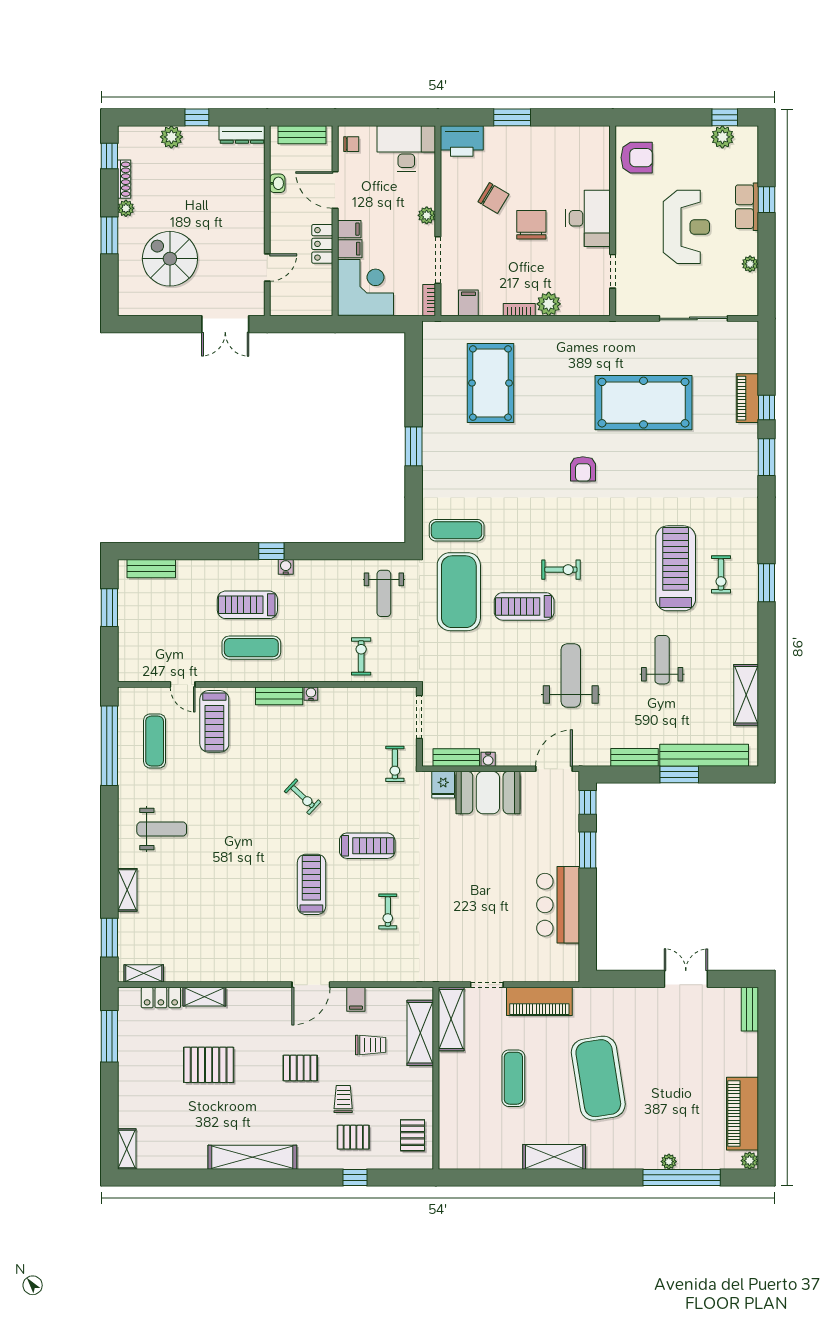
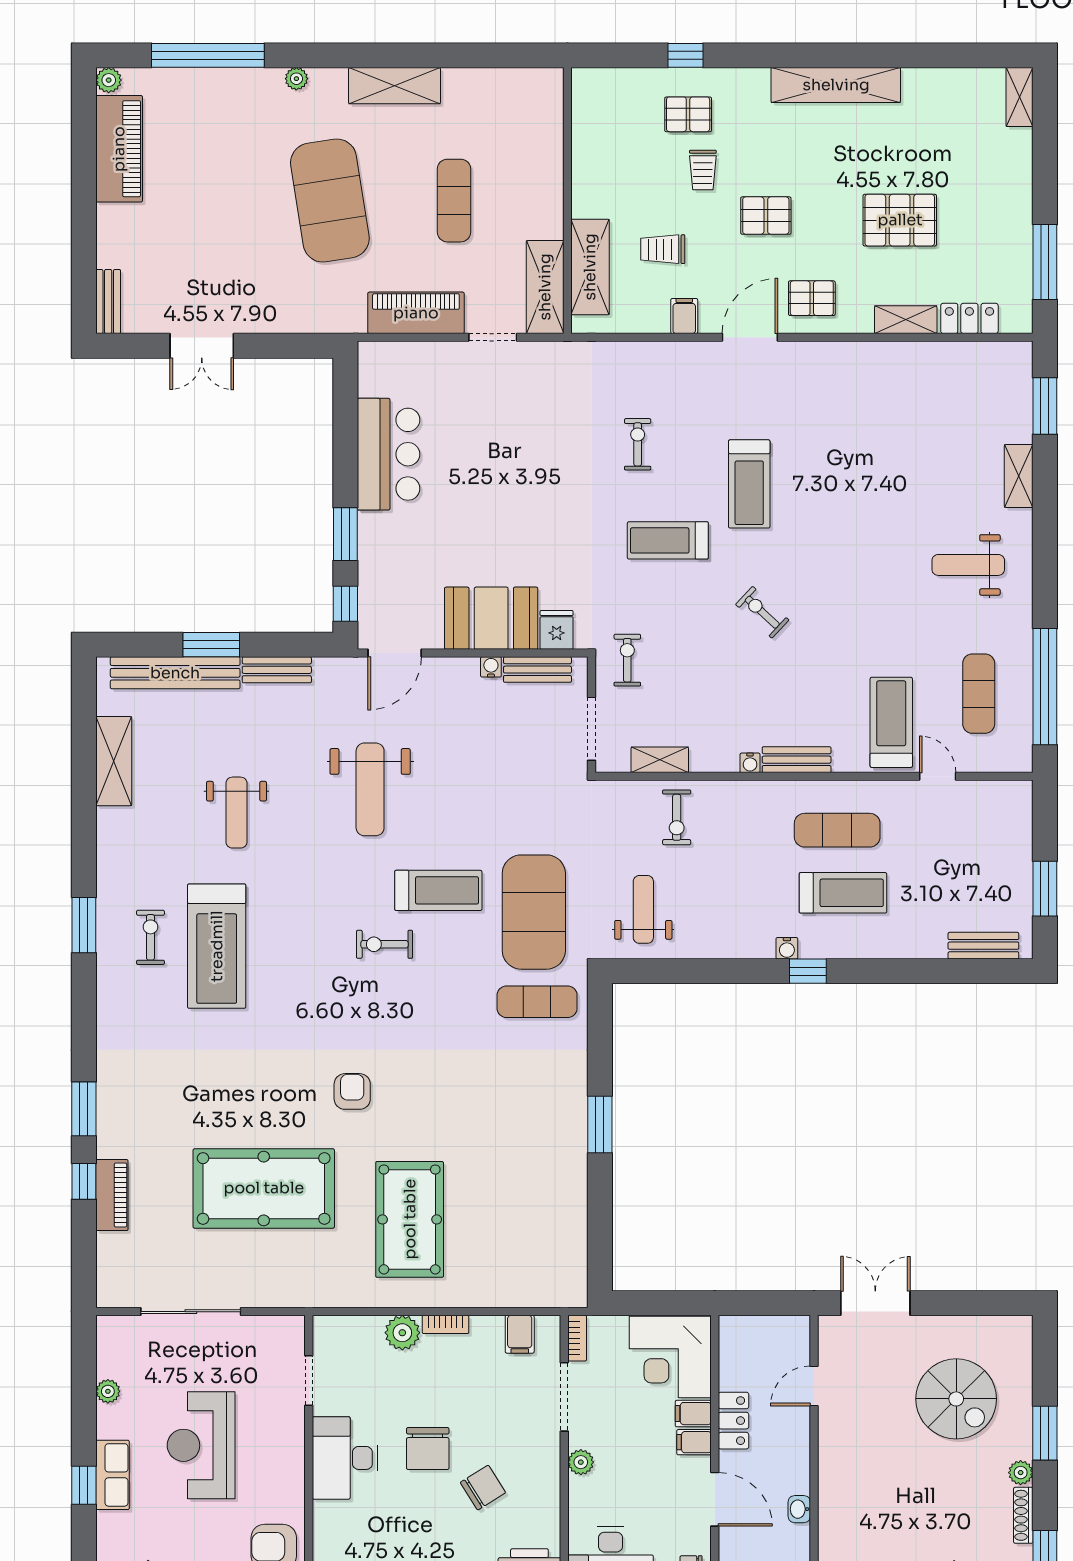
chair: (494, 198) -> (483, 1488), turned 117
pool table: (490, 383) -> (410, 1219), moved
shelving: (144, 973) -> (660, 760), moved
pallet: (413, 1135) -> (812, 298), moved, turned 90
plant: (669, 1162) -> (296, 79), moved

